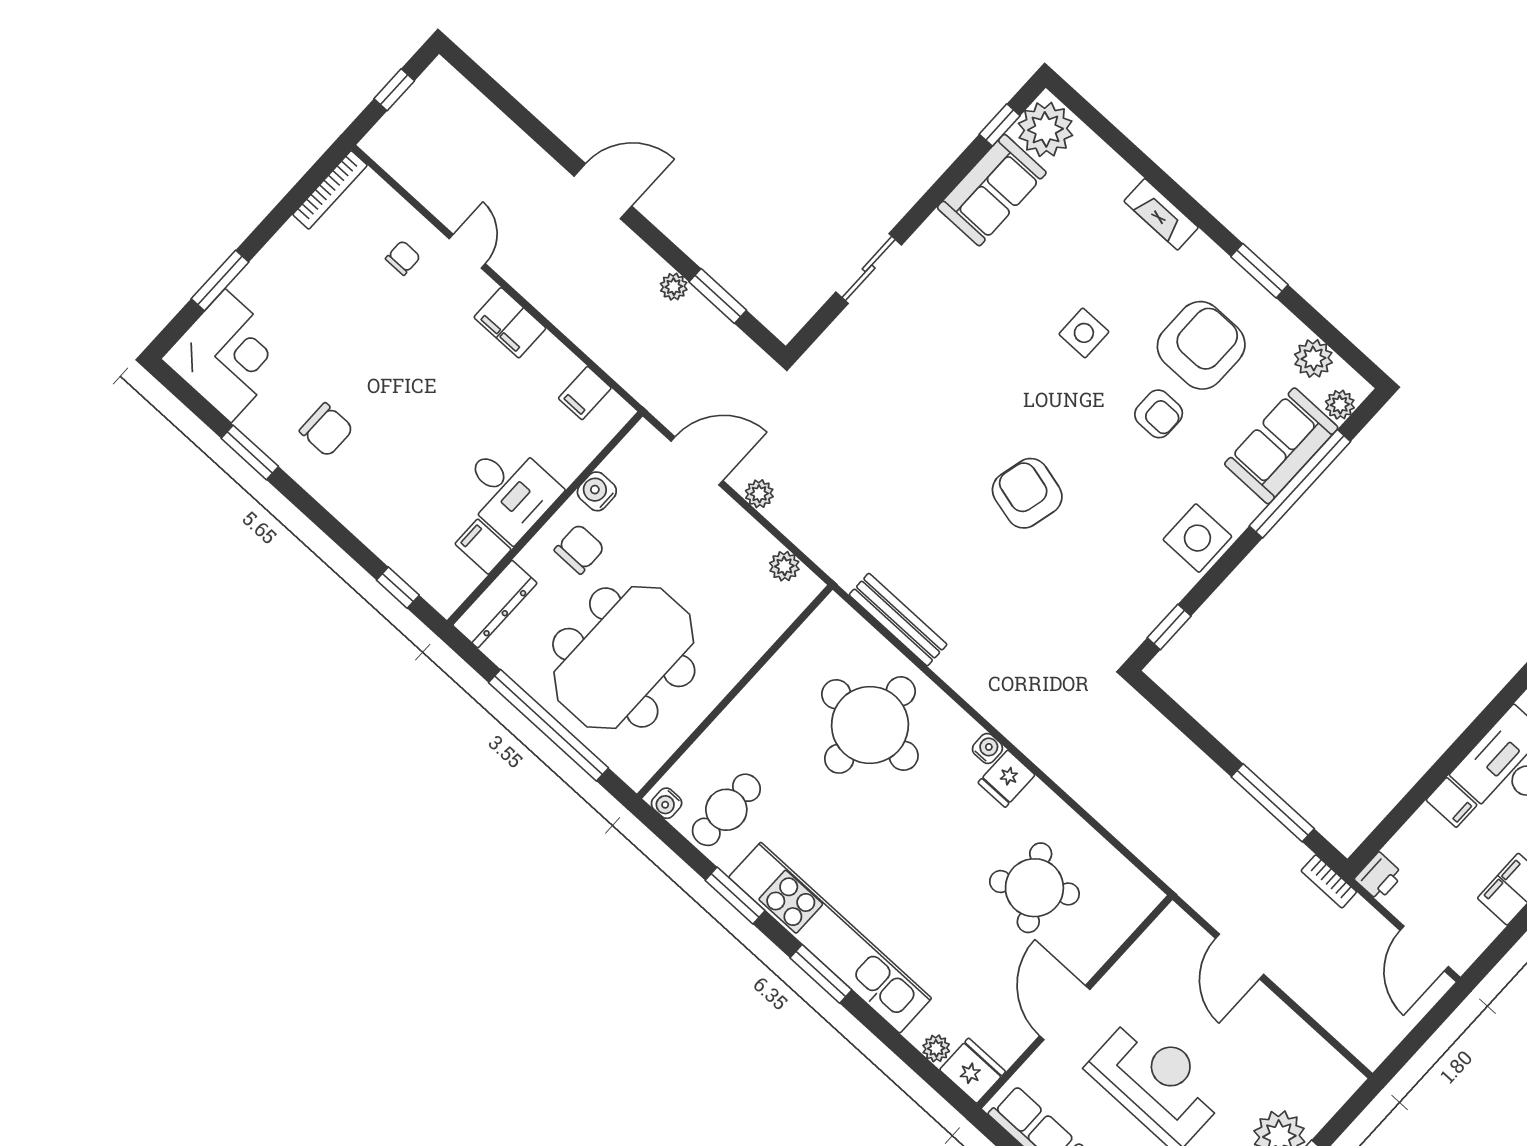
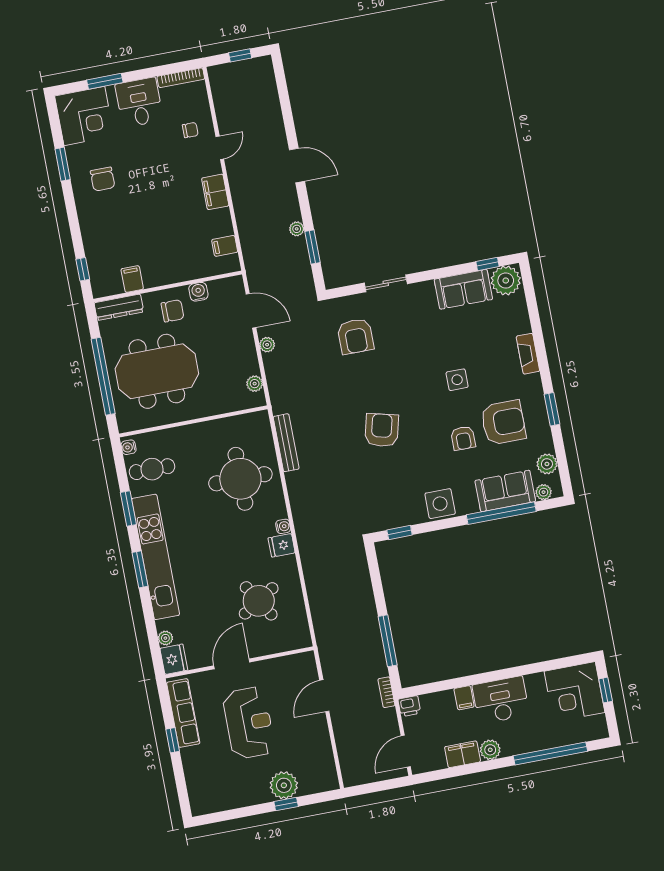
armchair: (883, 382) -> (356, 336), added
desk: (509, 490) -> (139, 102), moved, turned 180

